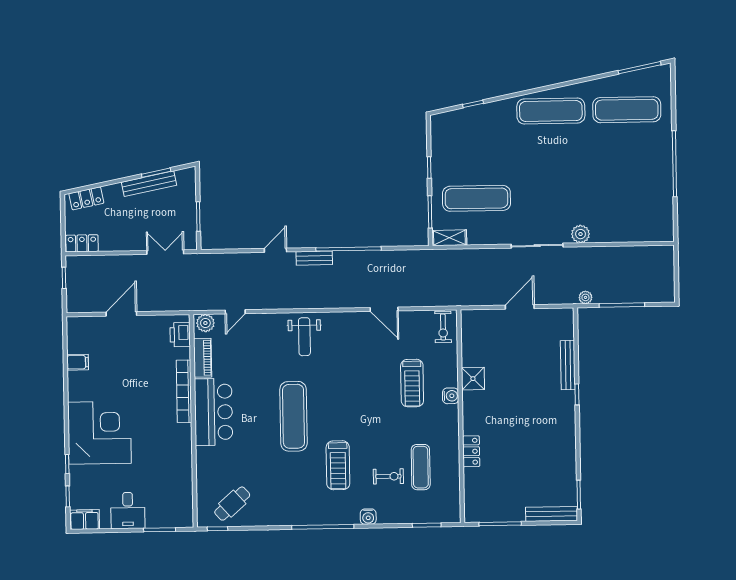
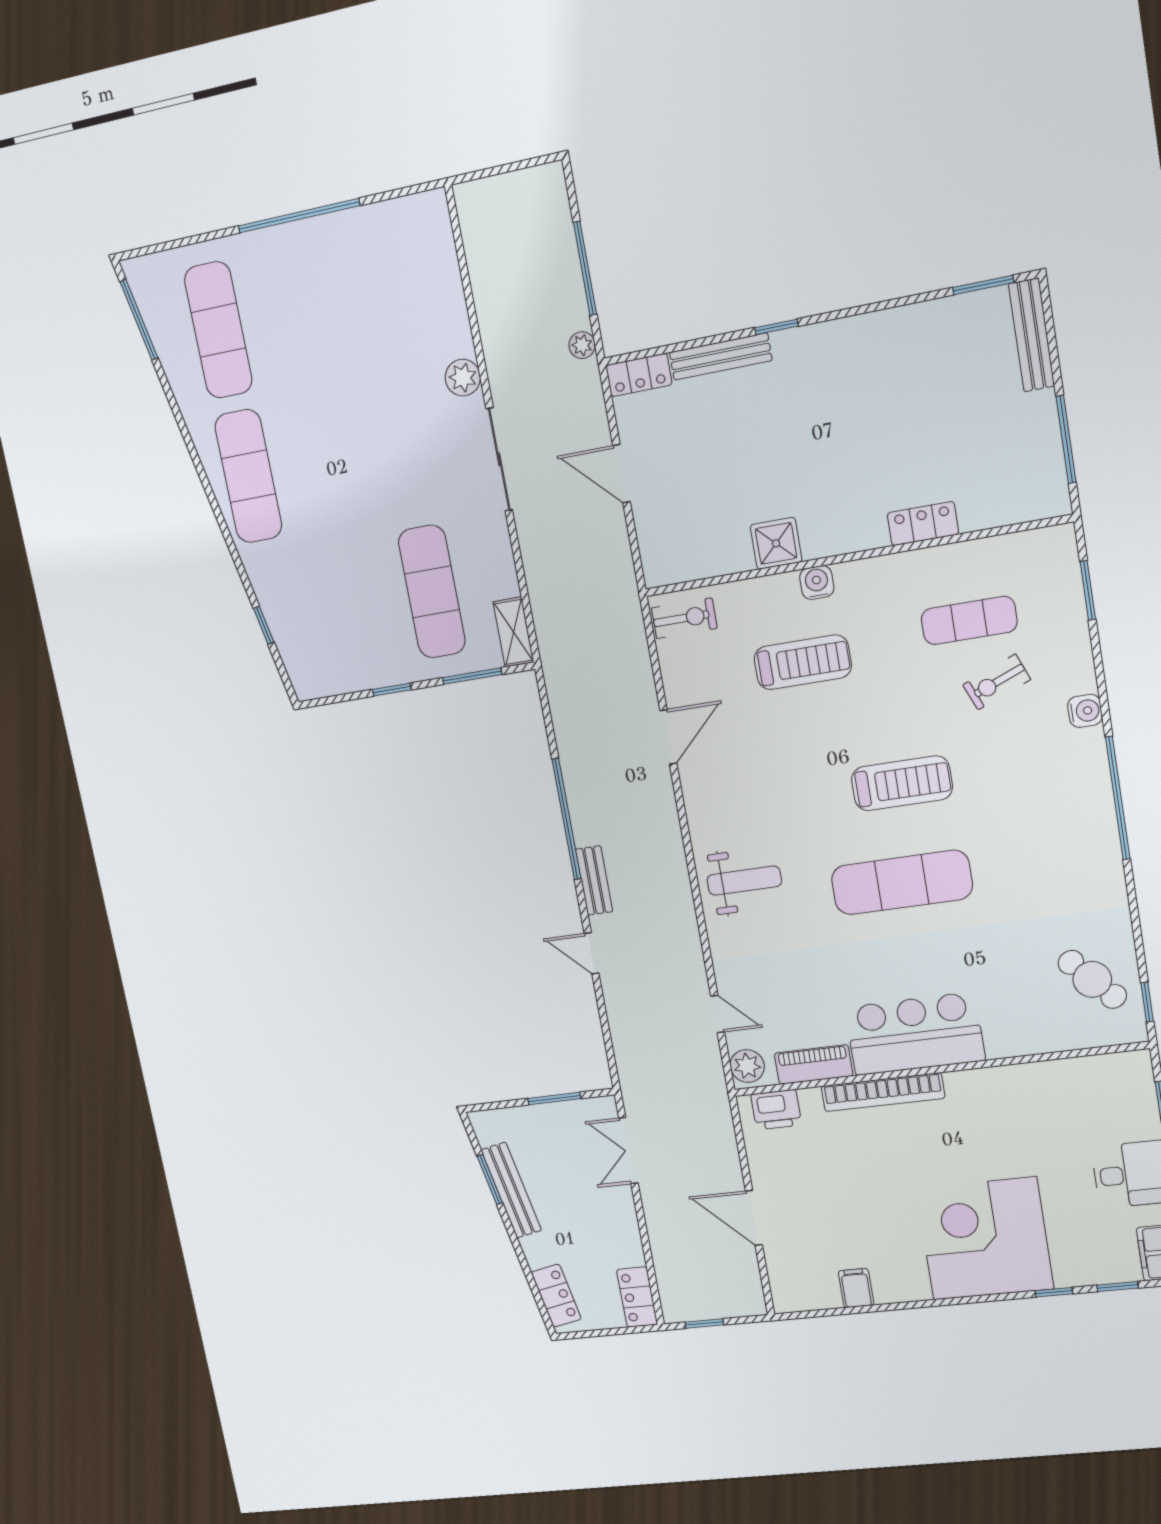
locker: (566, 323) -> (639, 375), added
treadmill: (338, 465) -> (902, 783), moved
exercise bike: (388, 476) -> (997, 682), turned -112

